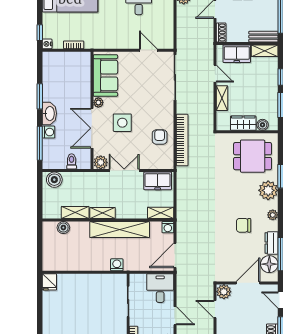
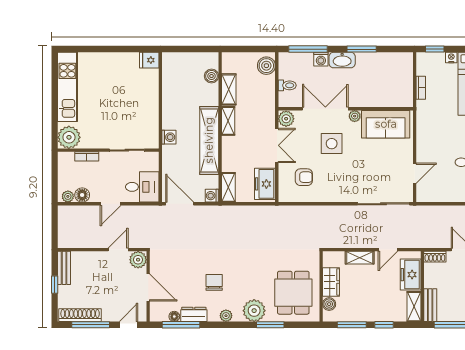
nightstand: (47, 44) -> (451, 57), moved
armchair: (160, 137) -> (304, 177), moved
bookcase: (182, 140) -> (312, 212), removed
floor lamp: (269, 264) -> (174, 316), width x0.53, depth x0.53

